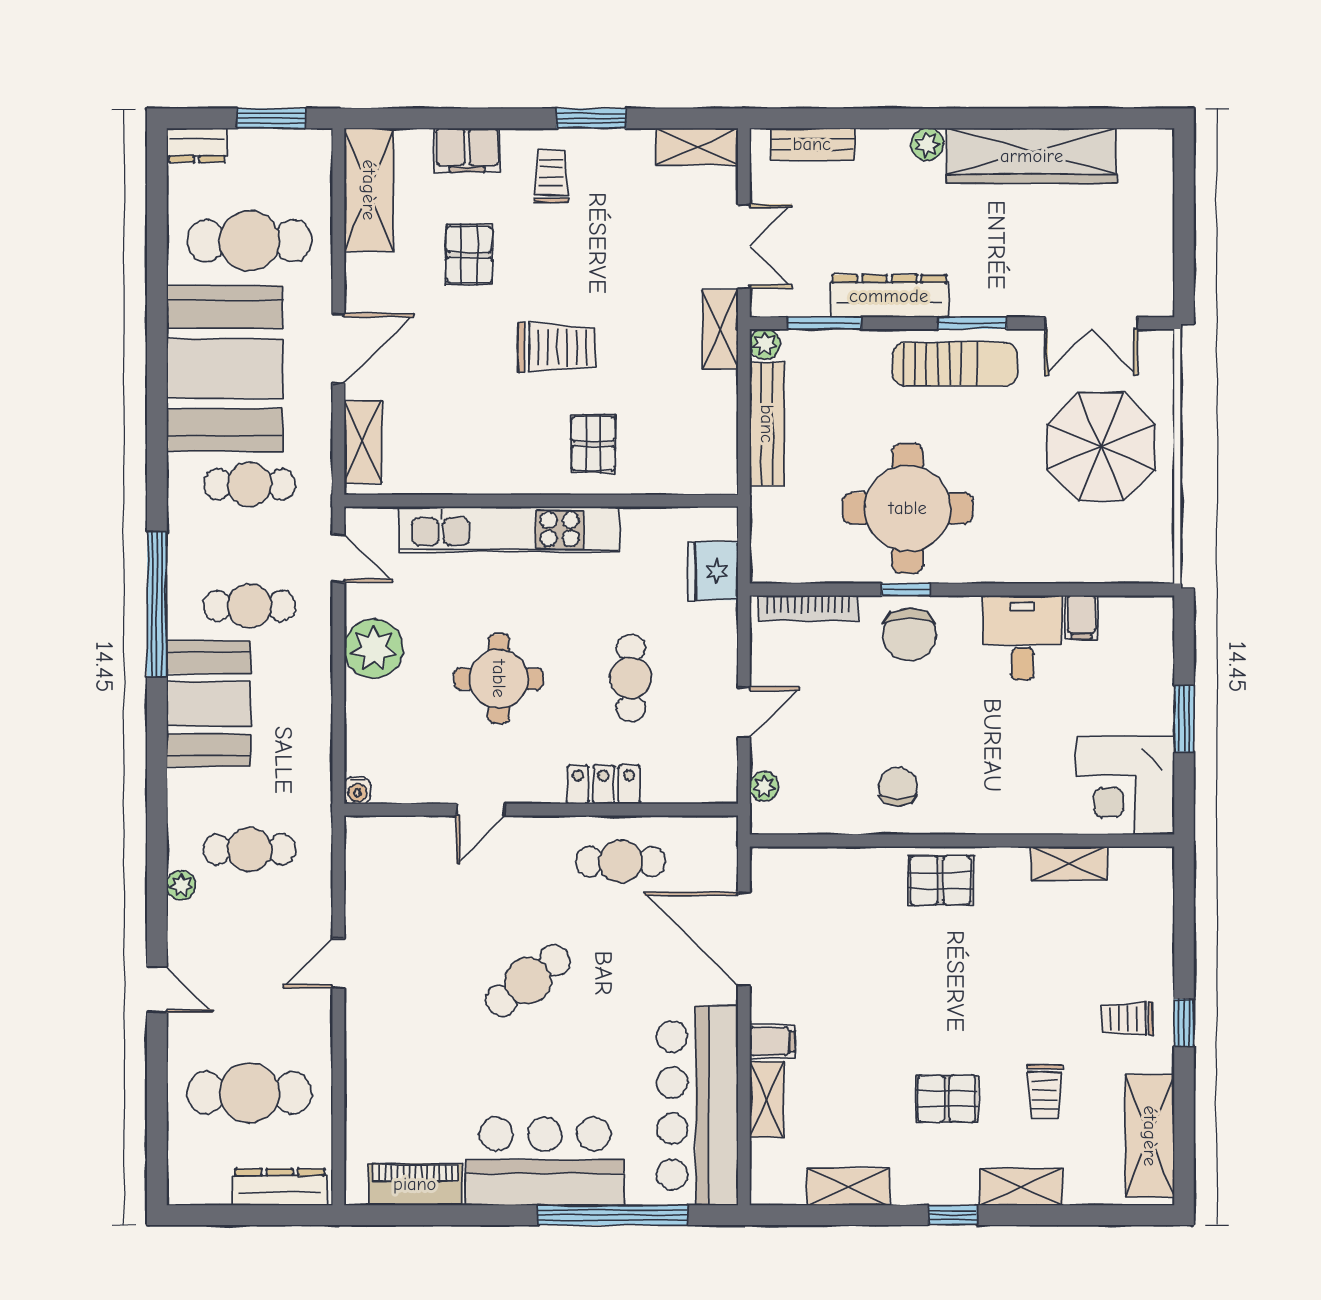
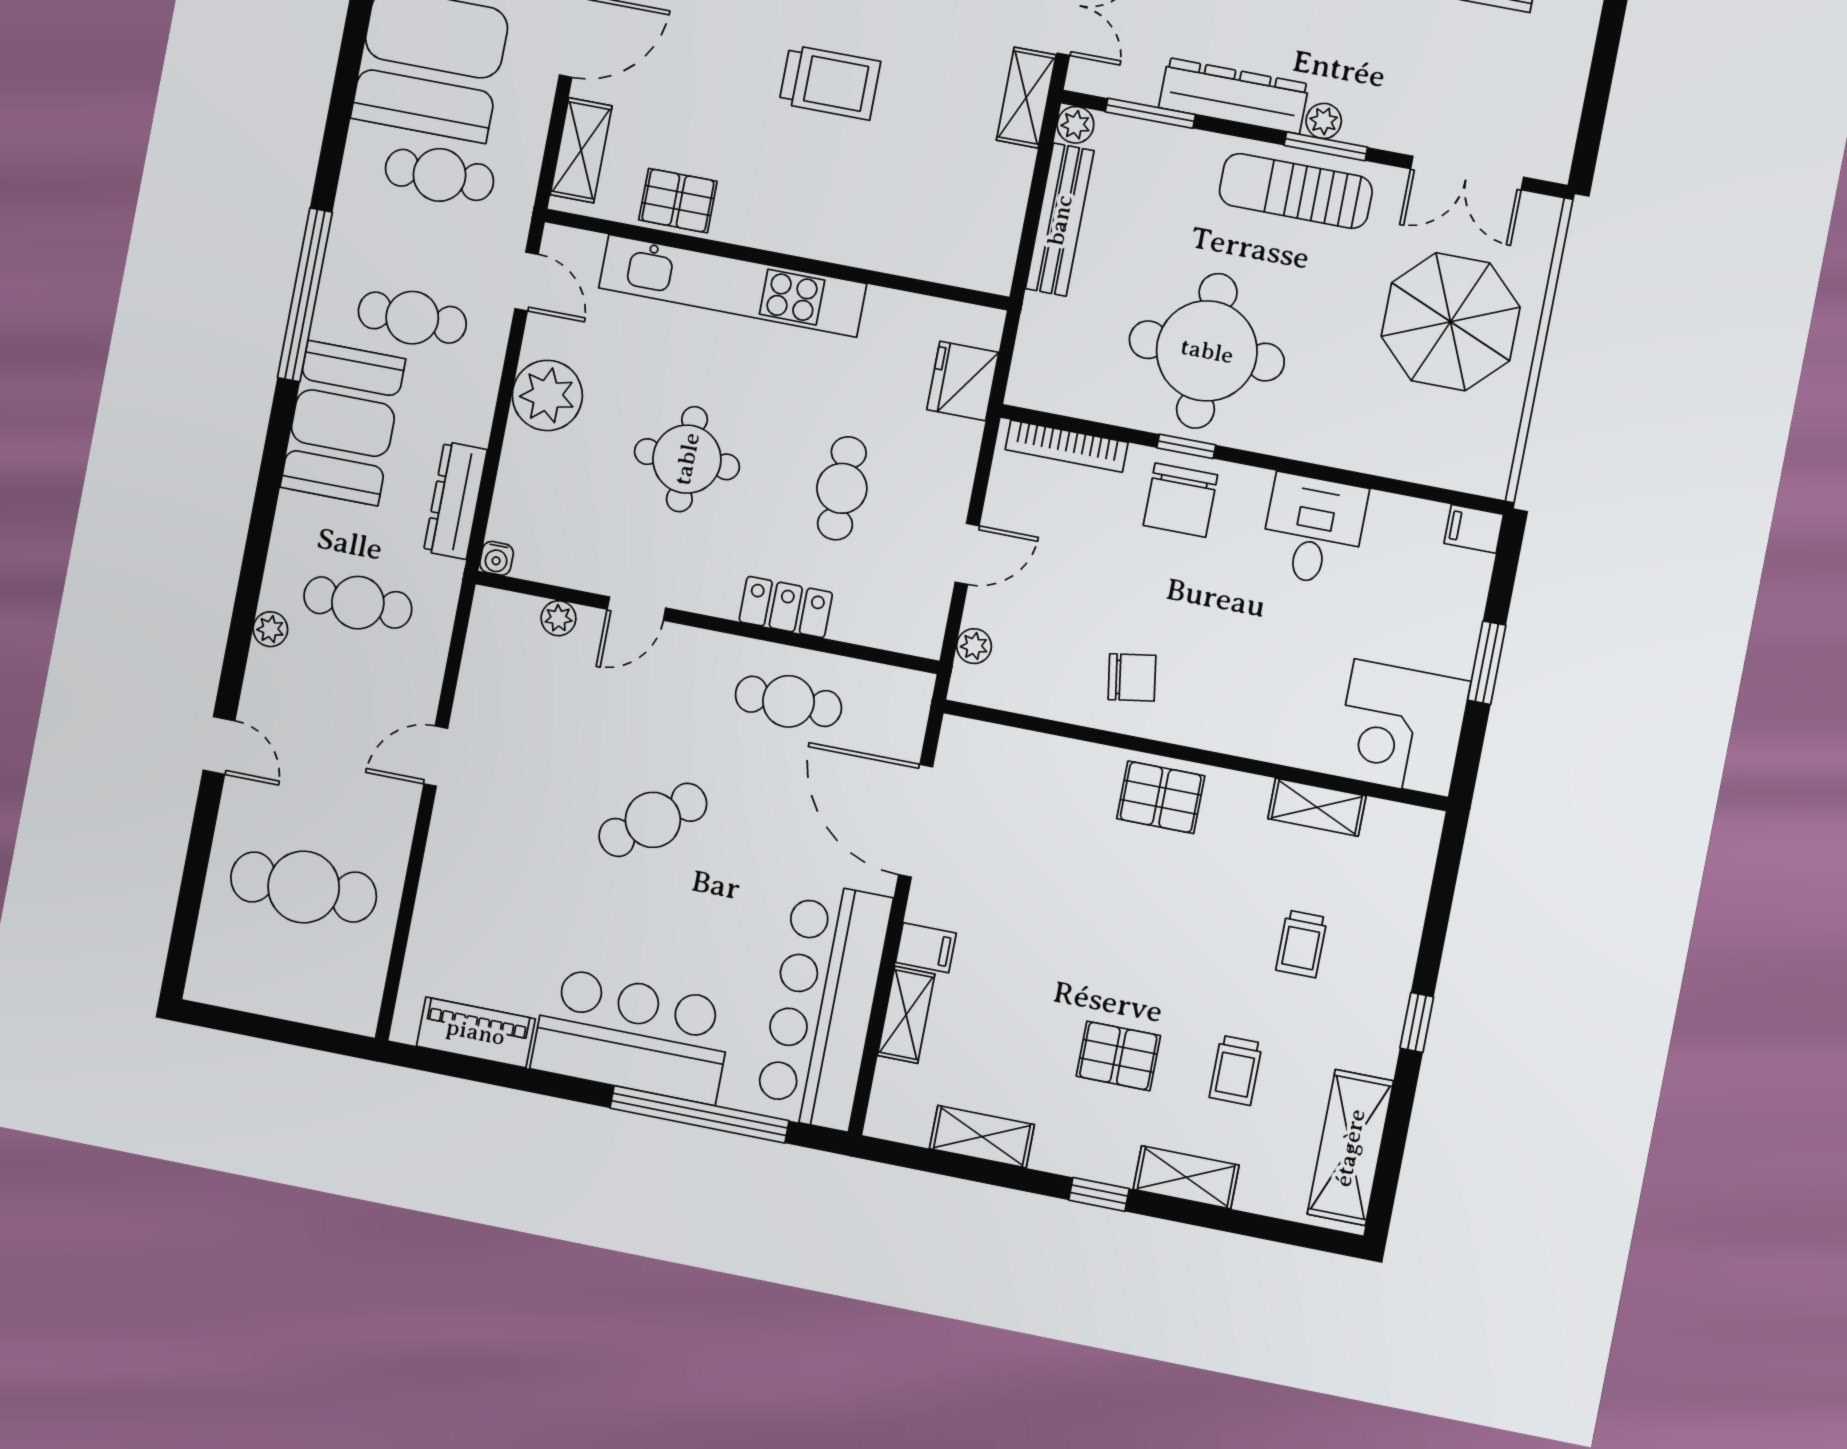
plant: (966, 303) -> (1324, 121), added
sun lounger: (955, 364) -> (1296, 191), turned 180
pallet: (593, 444) -> (678, 201), moved, turned 90
filing cabinet: (1082, 617) -> (1474, 529), moved, turned 90
chair: (898, 787) -> (1132, 677), turned 81
plant: (418, 830) -> (558, 618), added
trolley: (1127, 1018) -> (1302, 944), moved, turned -90
dresser: (280, 1187) -> (455, 500), moved, turned -90

